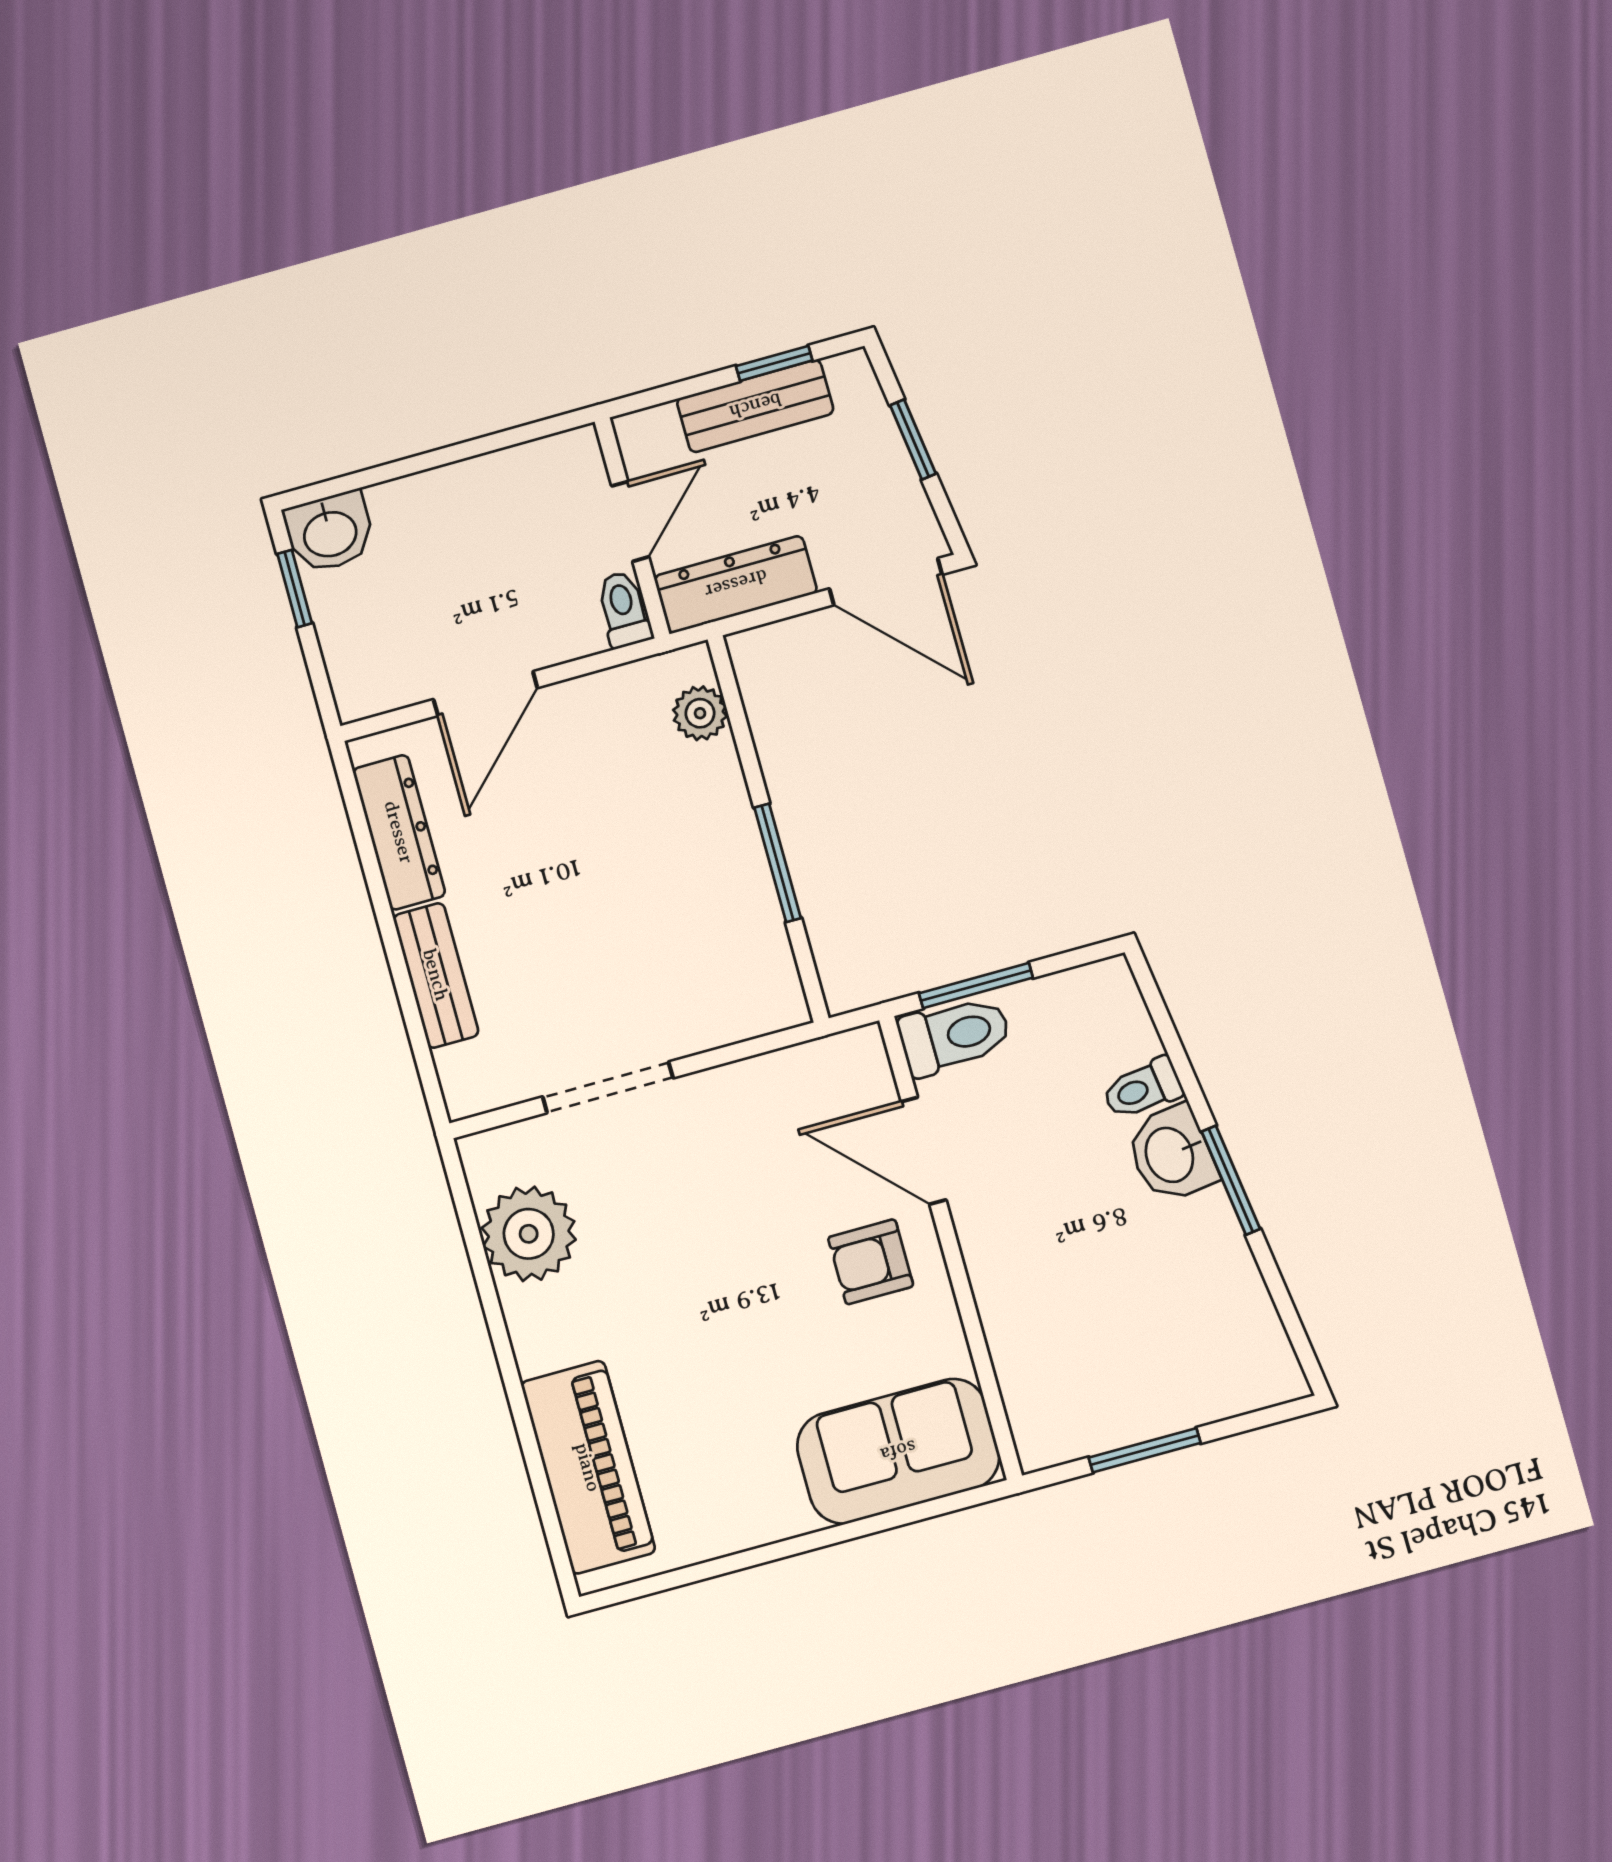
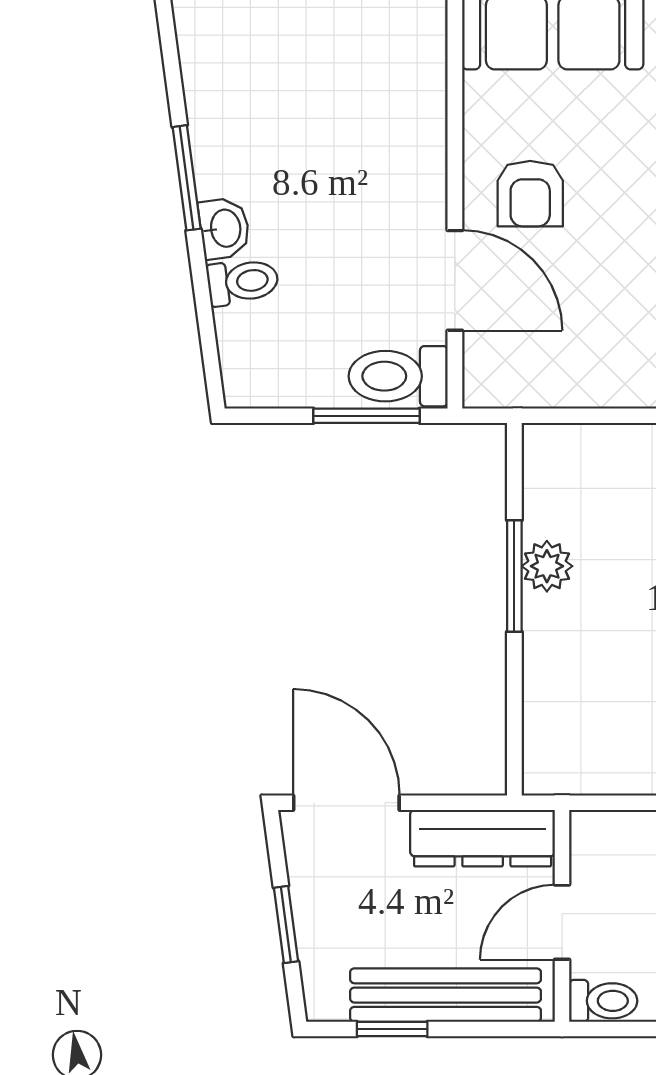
bench: (755, 406) -> (446, 995), width x1.36
toilet: (624, 609) -> (603, 1001), moved, turned -90
plant: (700, 713) -> (547, 566), moved
washbasin: (1171, 1154) -> (224, 228), width x0.72, depth x0.69
armchair: (871, 1262) -> (530, 194), turned 90

